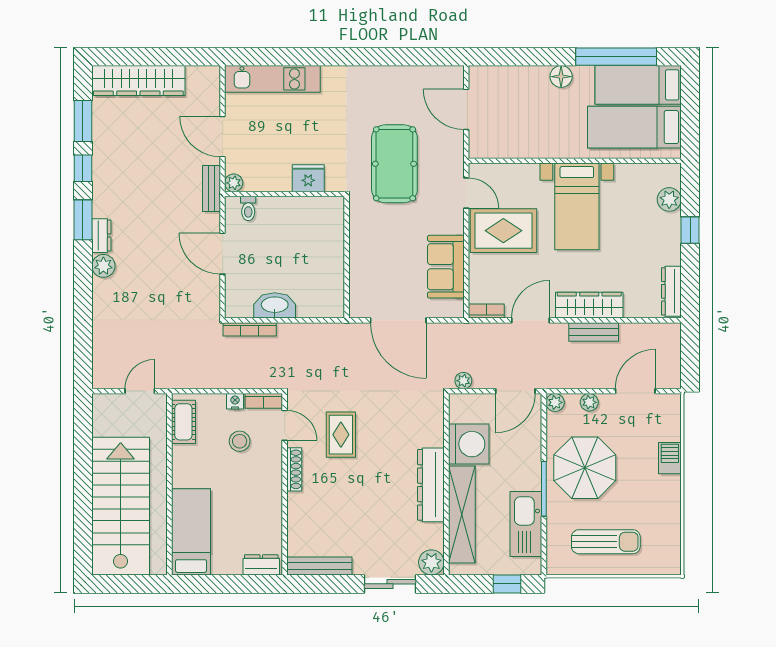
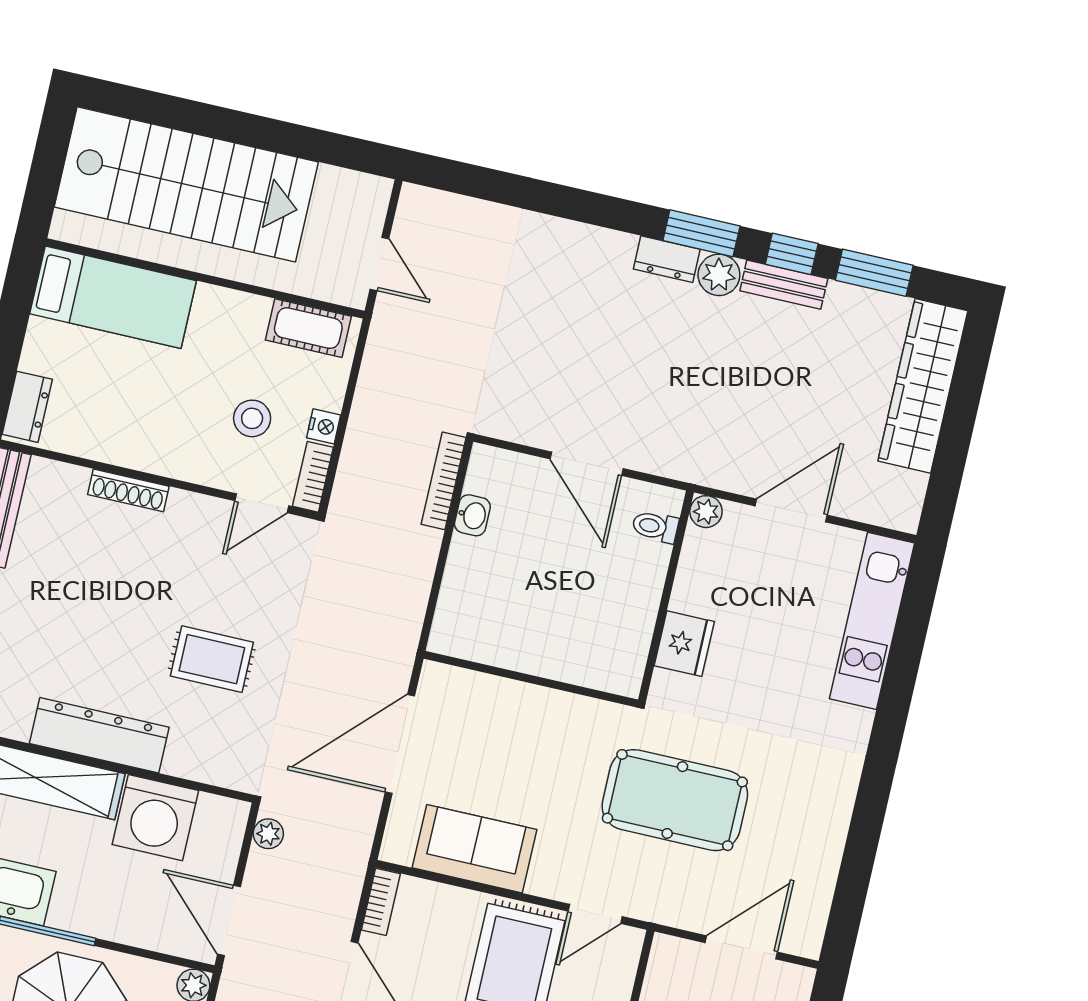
bench: (211, 189) -> (784, 285), moved
door: (223, 254) -> (587, 464), swing flipped
plant: (103, 266) -> (719, 275), moved
washbasin: (275, 305) -> (472, 515), width x0.52, depth x0.69
rug: (341, 435) -> (212, 659), moved
shoe rack: (294, 469) -> (128, 490), moved

